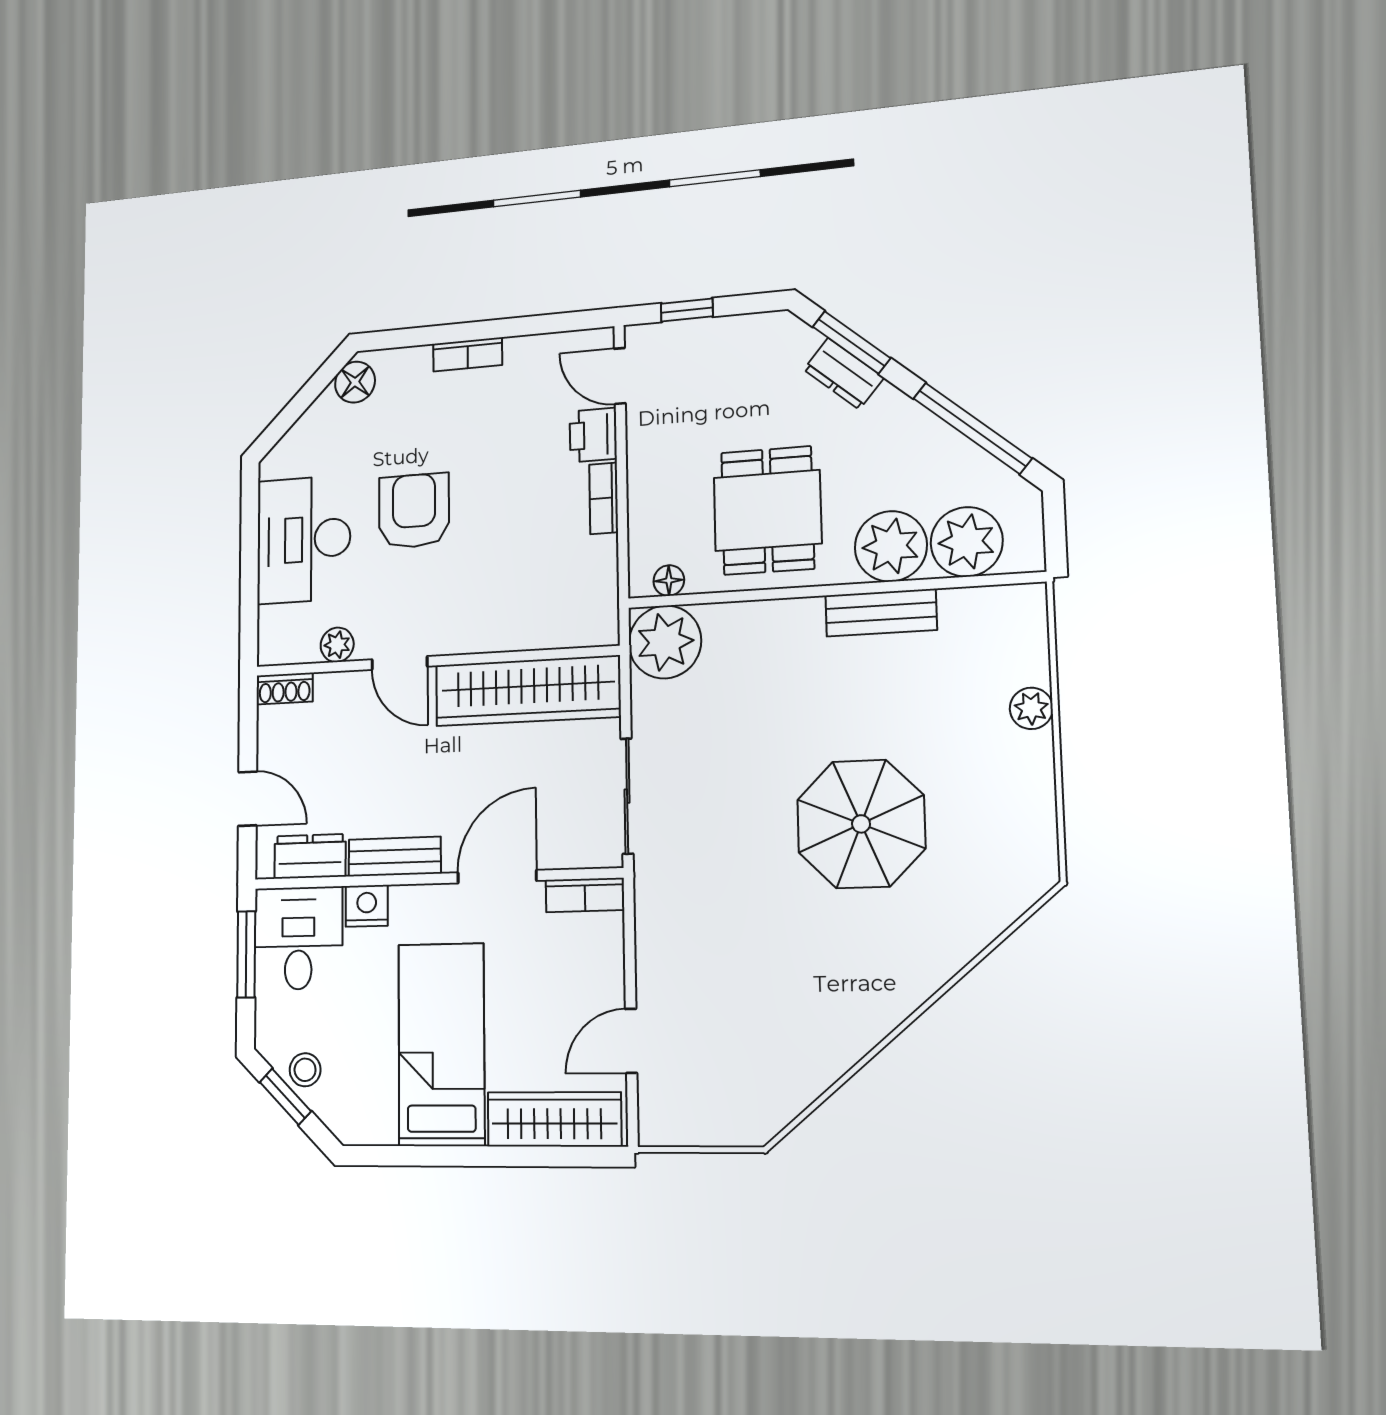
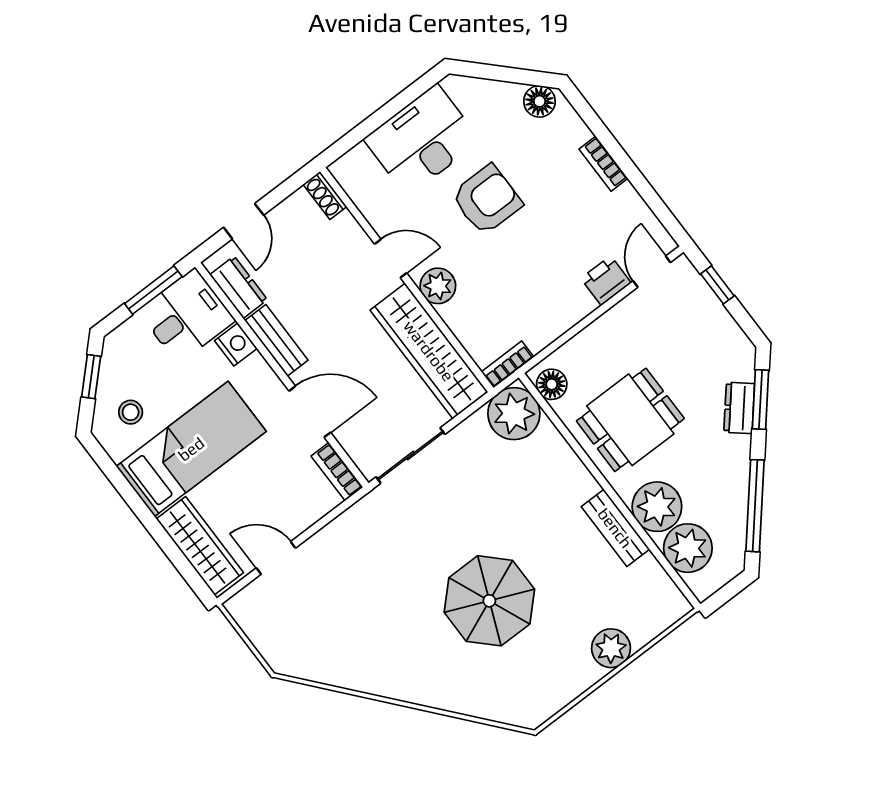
bookcase: (604, 498) -> (508, 364), moved
floor lamp: (669, 581) -> (552, 384), width x1.37, depth x1.37
plant: (337, 645) -> (438, 286), moved, width x1.38, depth x1.38
door: (400, 663) -> (391, 259), swing flipped
plant: (1031, 708) -> (611, 648), width x1.38, depth x1.38
stool: (305, 1070) -> (131, 412), moved

